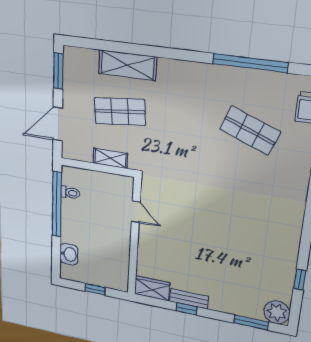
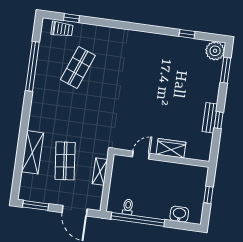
wardrobe: (152, 288) -> (171, 148), moved, turned 90

